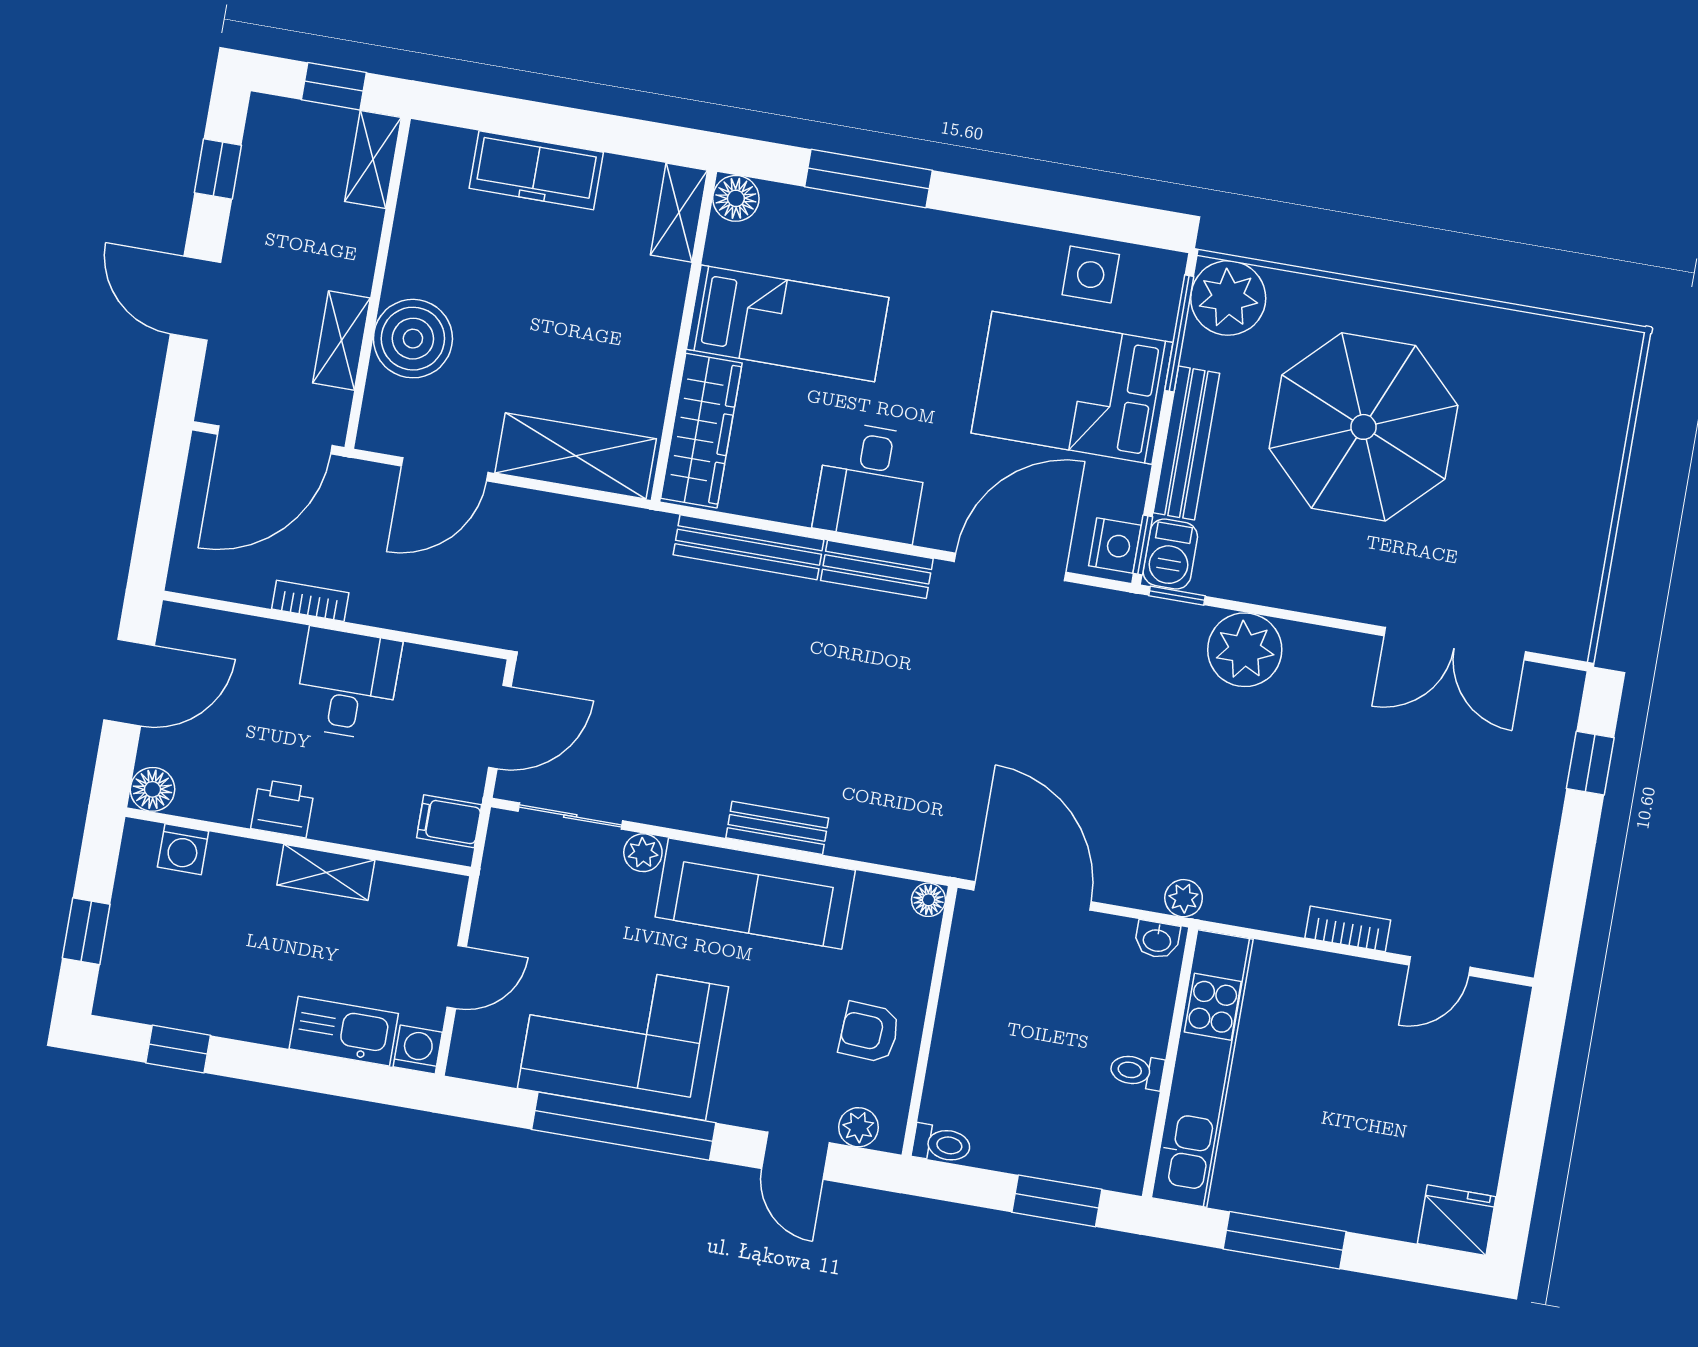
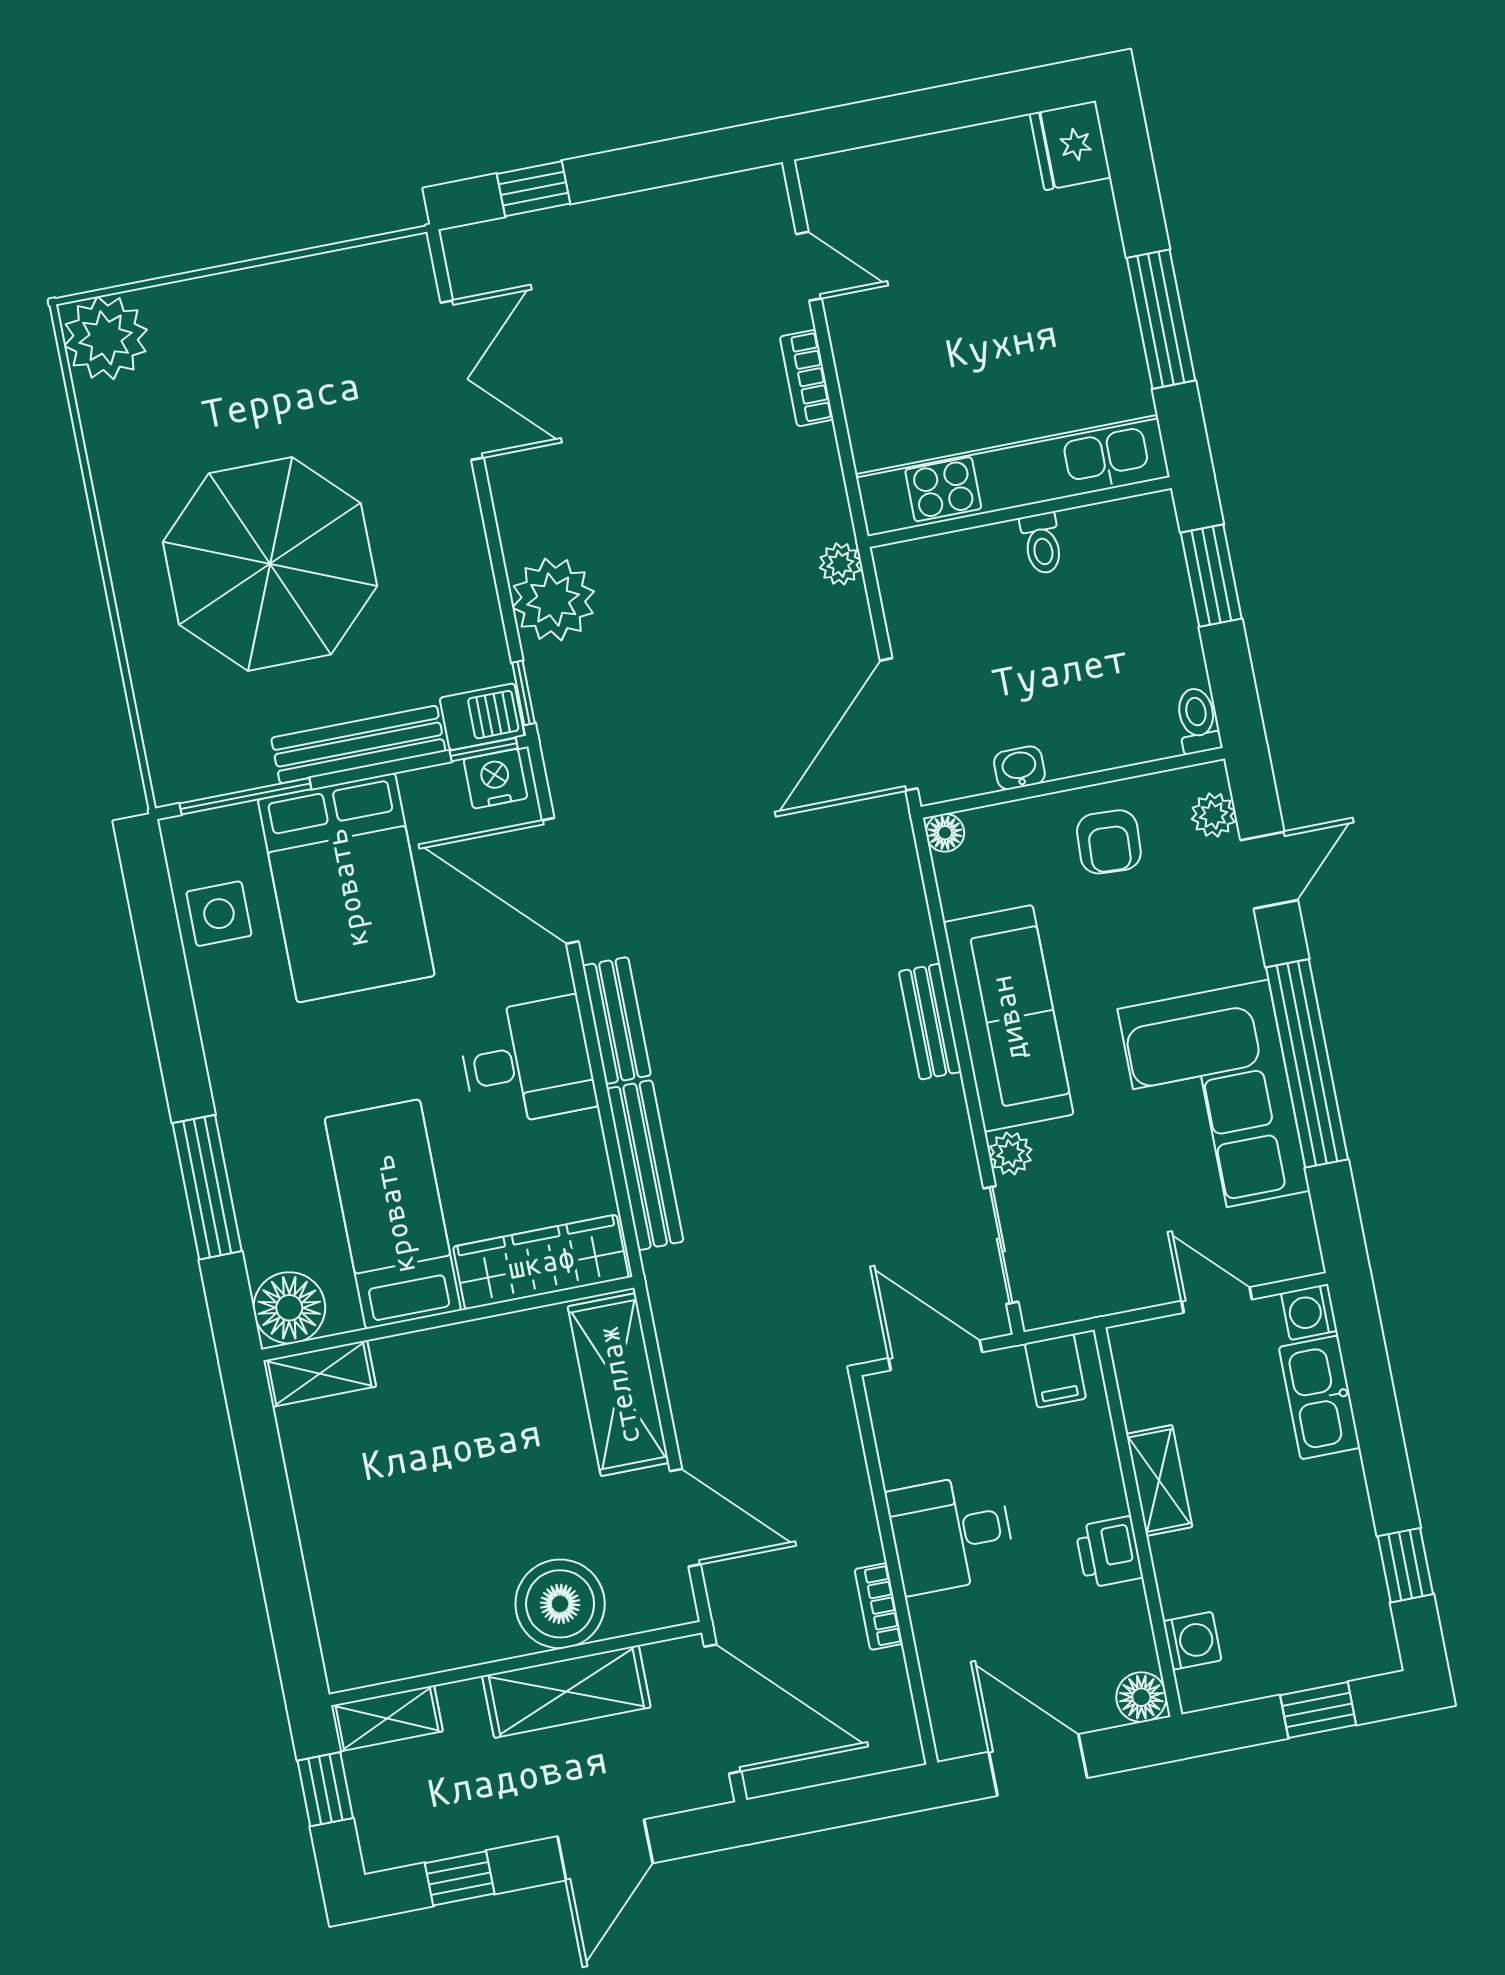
freezer: (536, 170) -> (332, 1542), removed
floor lamp: (736, 198) -> (289, 1308), width x1.38, depth x1.38
plant: (1228, 298) -> (106, 338), moved
shelving: (341, 340) -> (566, 1692), width x1.50, depth x1.33
washbasin: (1157, 940) -> (1019, 768), moved, turned -90

